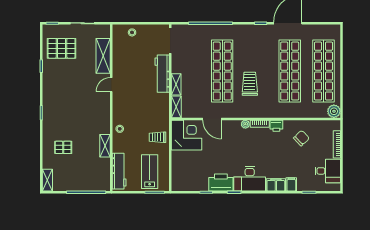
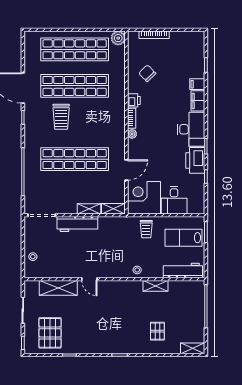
trolley: (250, 84) -> (61, 117), moved, turned -90
desk: (328, 171) -> (174, 200), moved, turned 180

